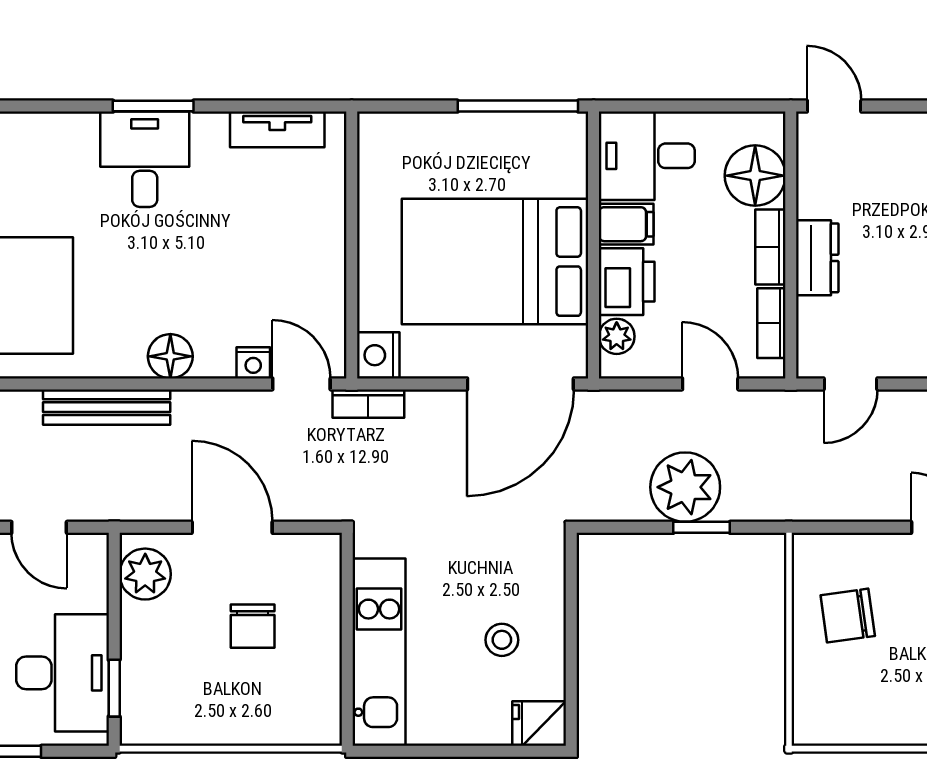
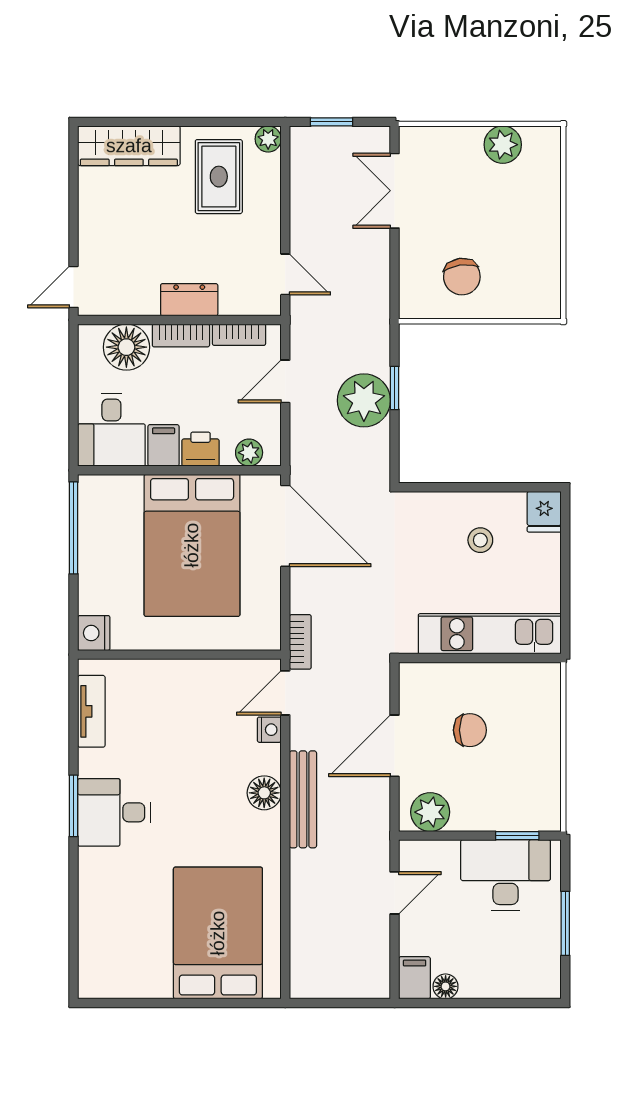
printer: (627, 282) -> (201, 449), width x0.73, depth x0.81
nightstand: (378, 355) -> (94, 633), moved, turned 90
bench: (107, 407) -> (303, 799), moved

